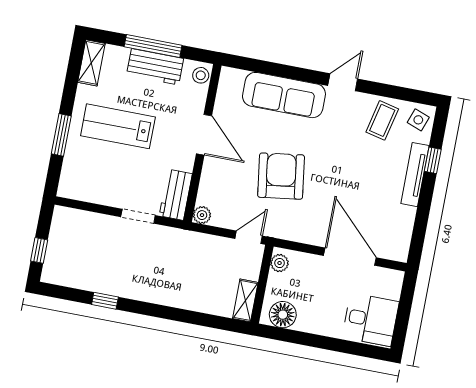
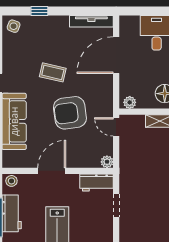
coffee table: (382, 120) -> (53, 72), moved
tv unit: (415, 175) -> (91, 21), moved

